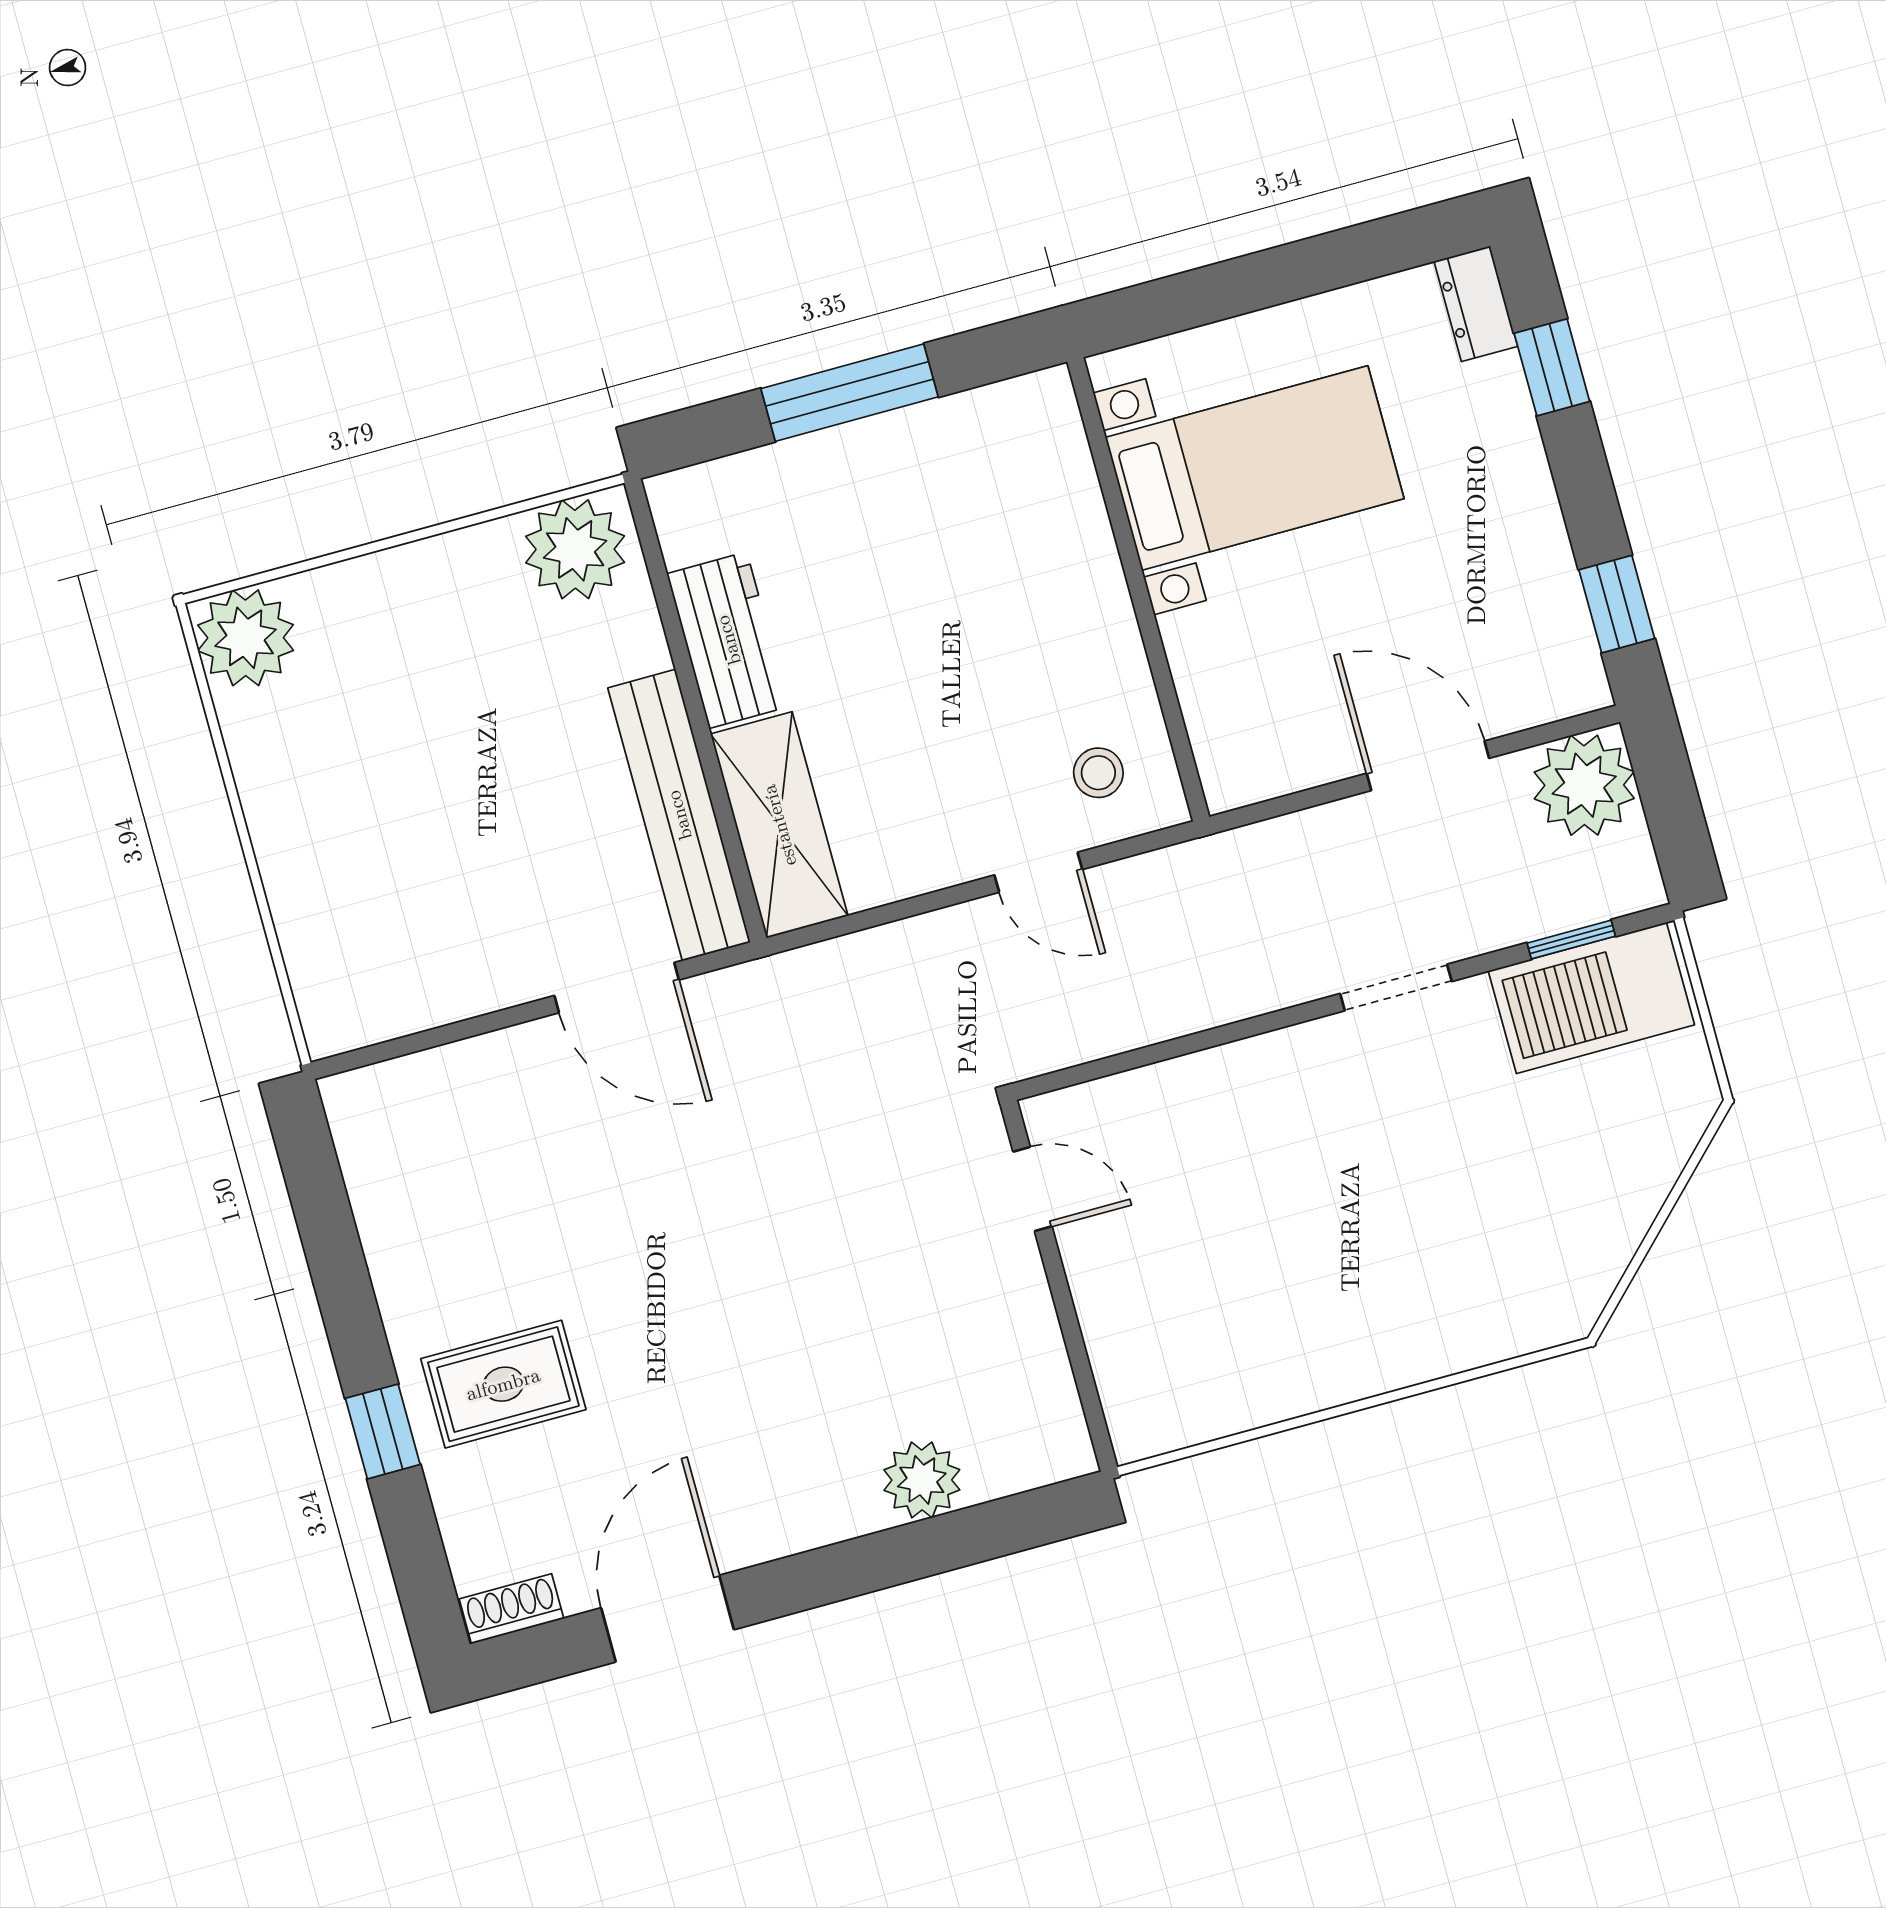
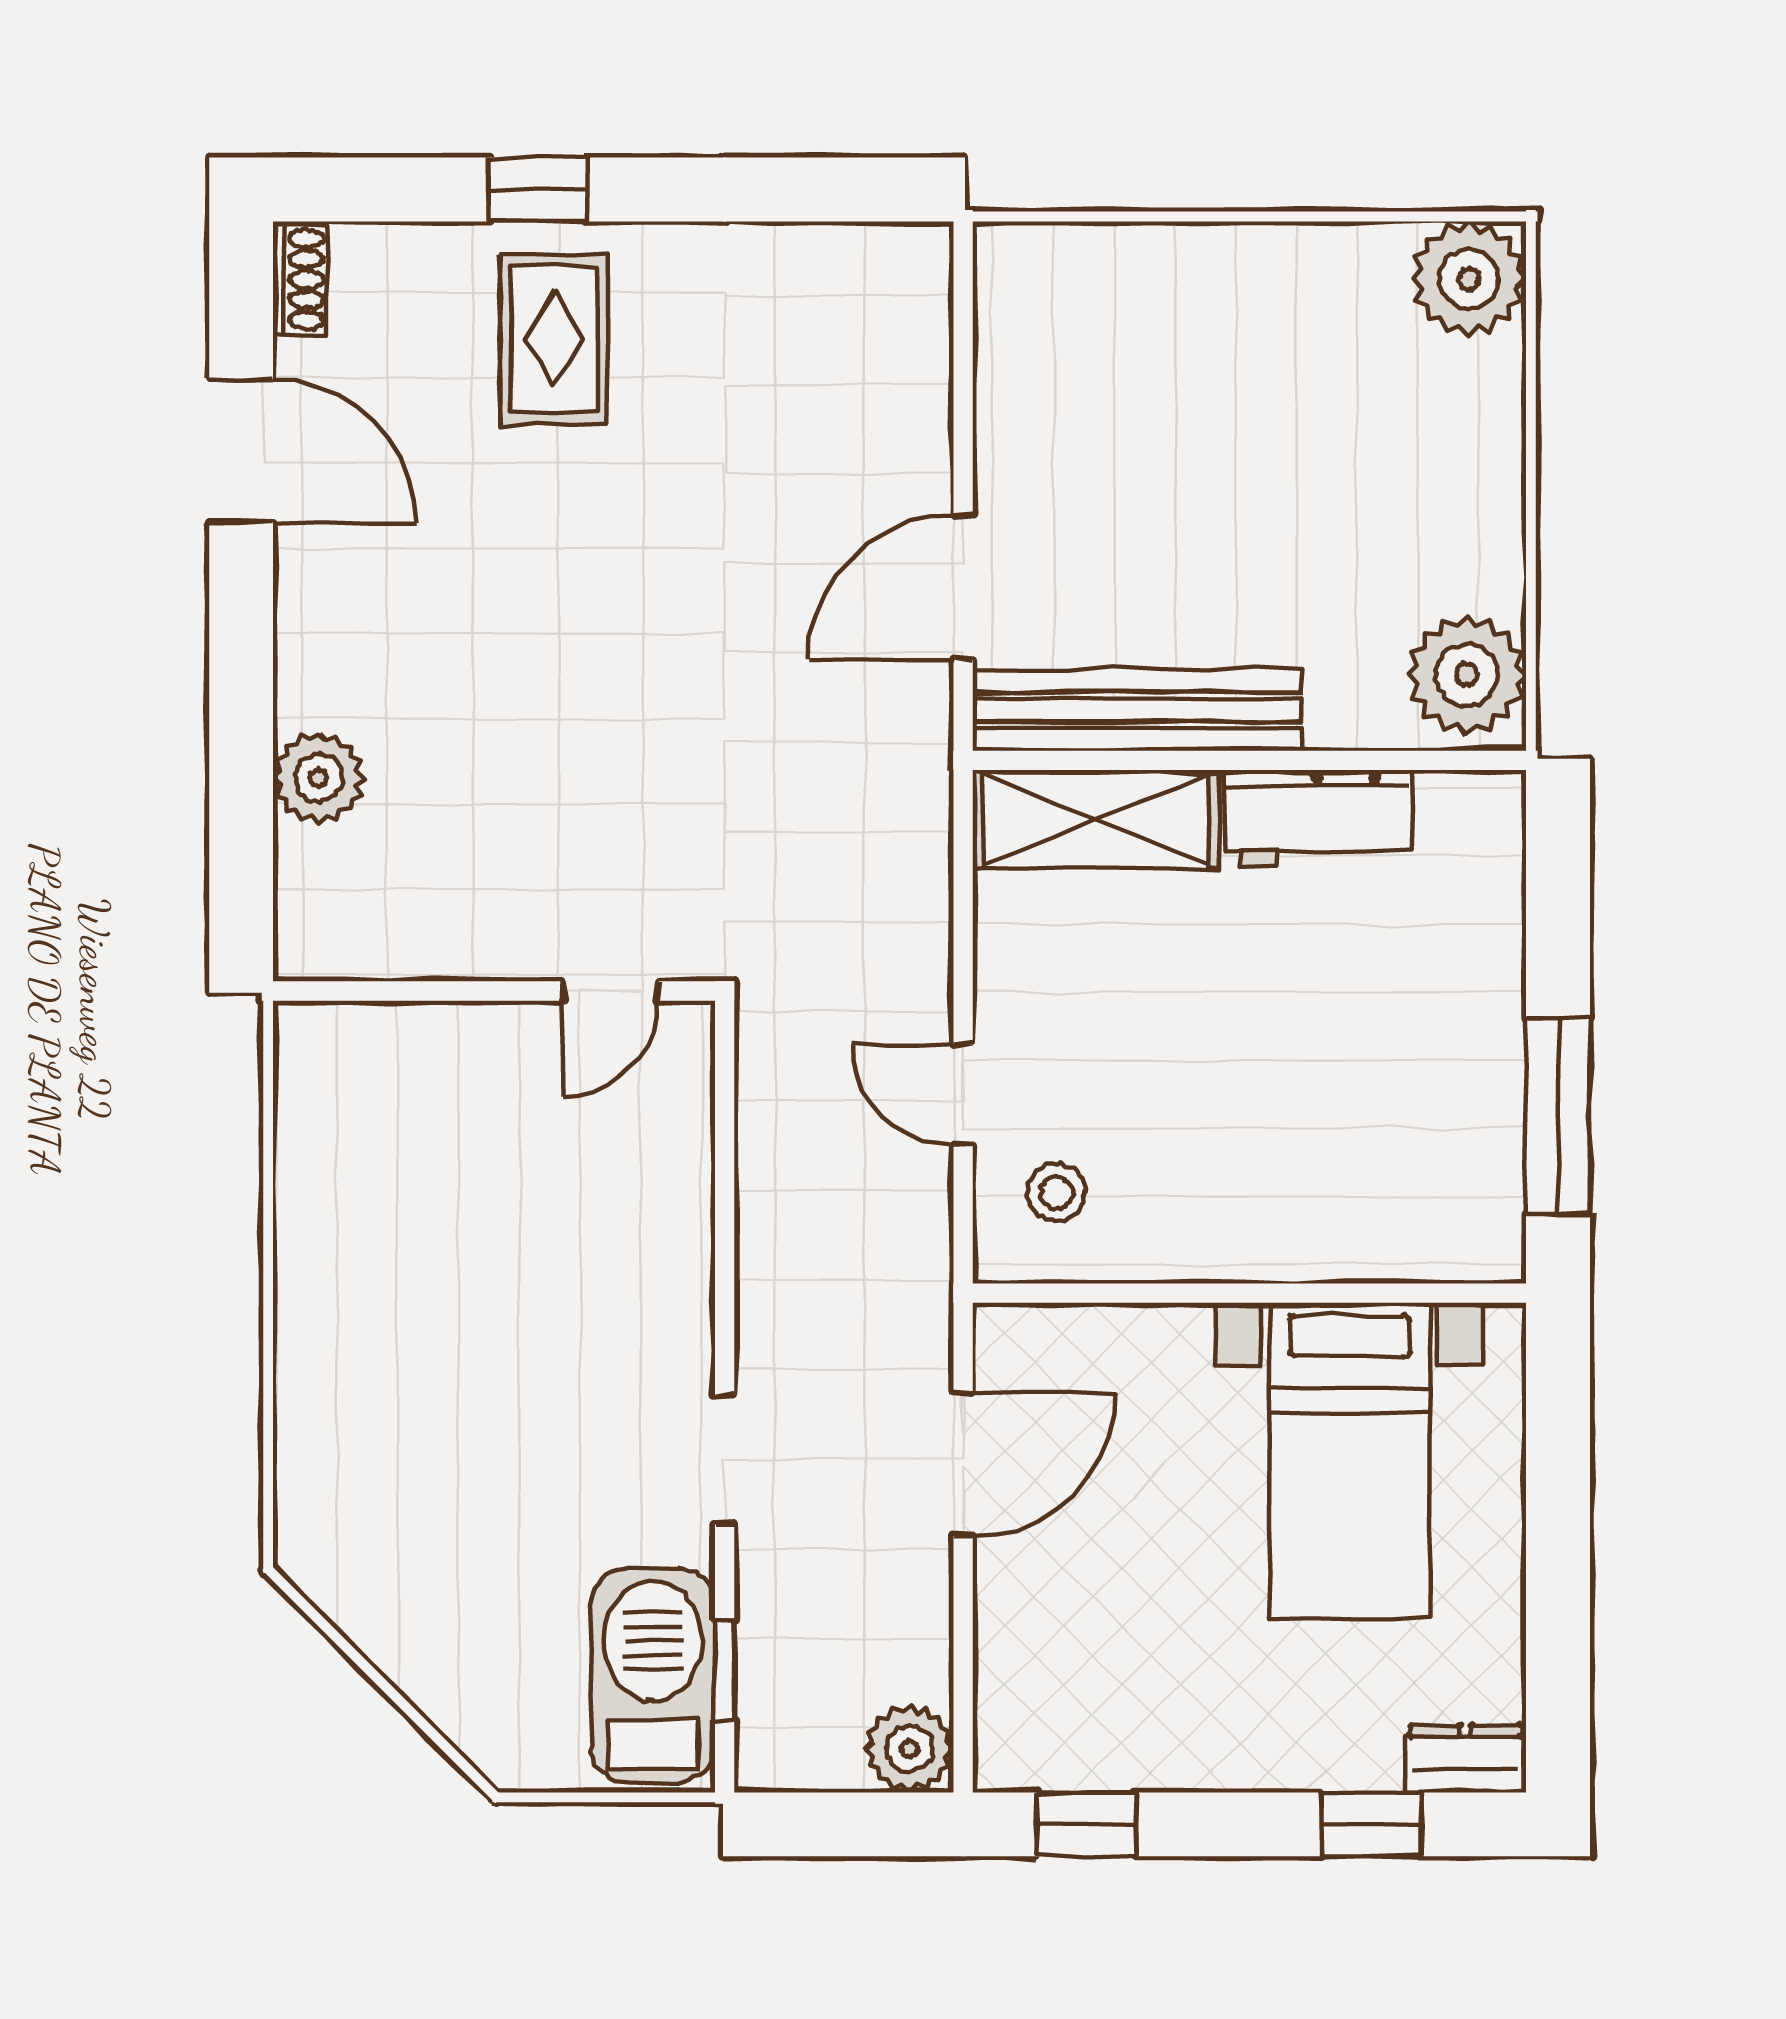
window: (850, 393) -> (1558, 1116), moved
door: (1428, 766) -> (963, 1465), moved
plant: (1584, 785) -> (910, 1748), width x0.73, depth x0.73
door: (1038, 872) -> (963, 1095), hinge flipped

